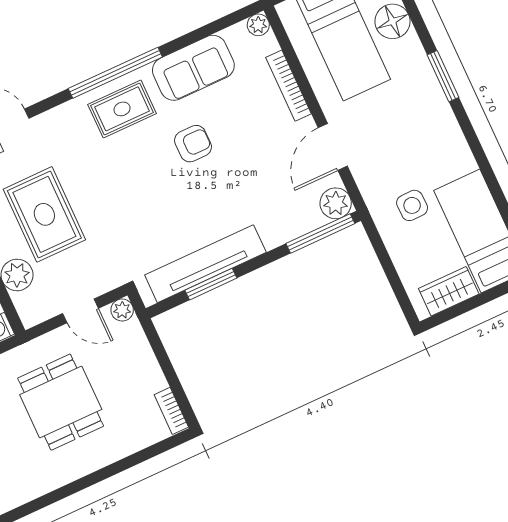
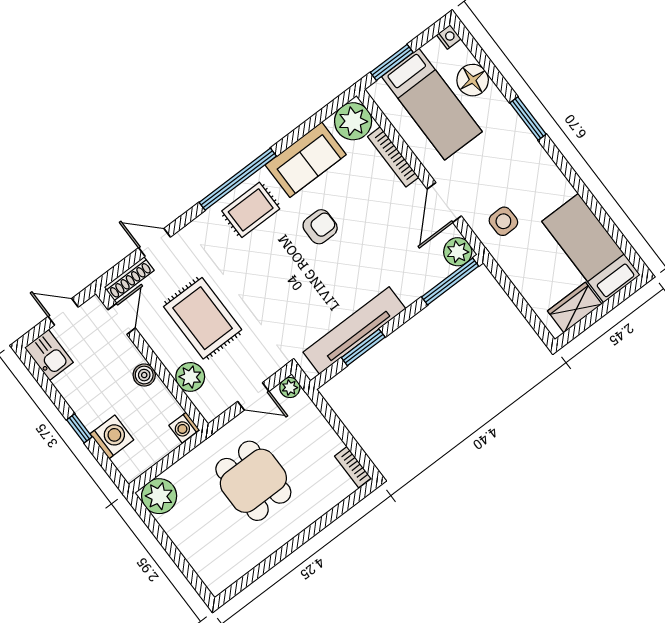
plant: (258, 25) -> (353, 121), width x1.88, depth x1.88
side table: (412, 205) -> (503, 221), moved

